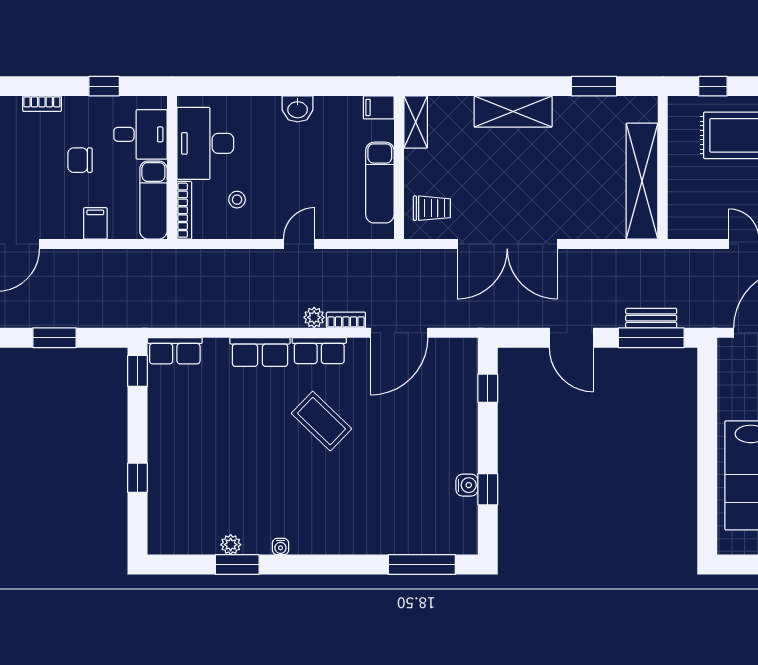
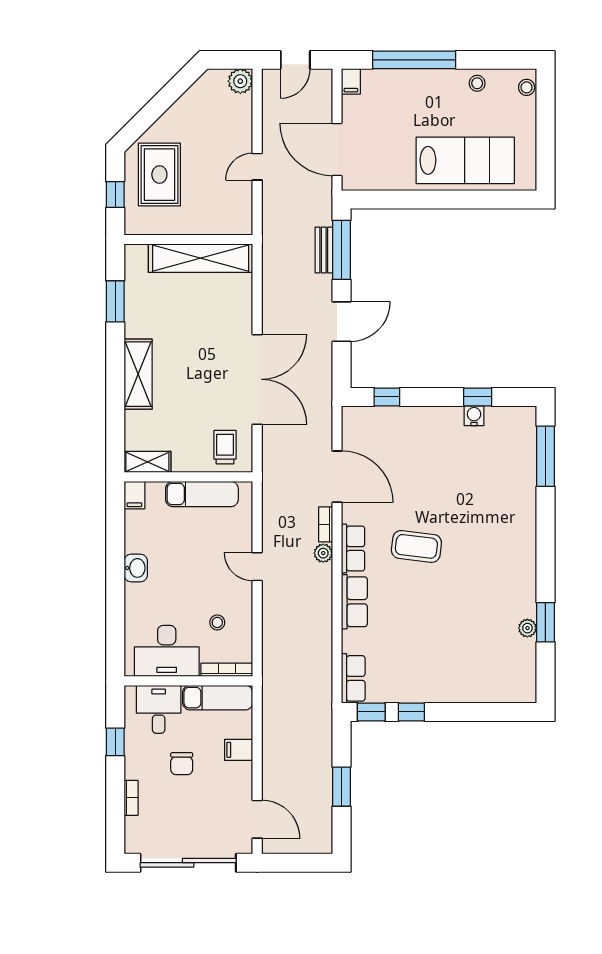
coffee table: (322, 421) -> (416, 546), turned 53
window: (138, 478) -> (411, 712), moved
water cooler: (280, 547) -> (529, 583), removed

